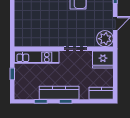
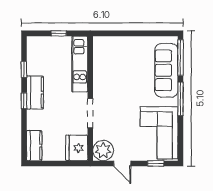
kitchen counter: (59, 93) -> (35, 93), width x0.67

